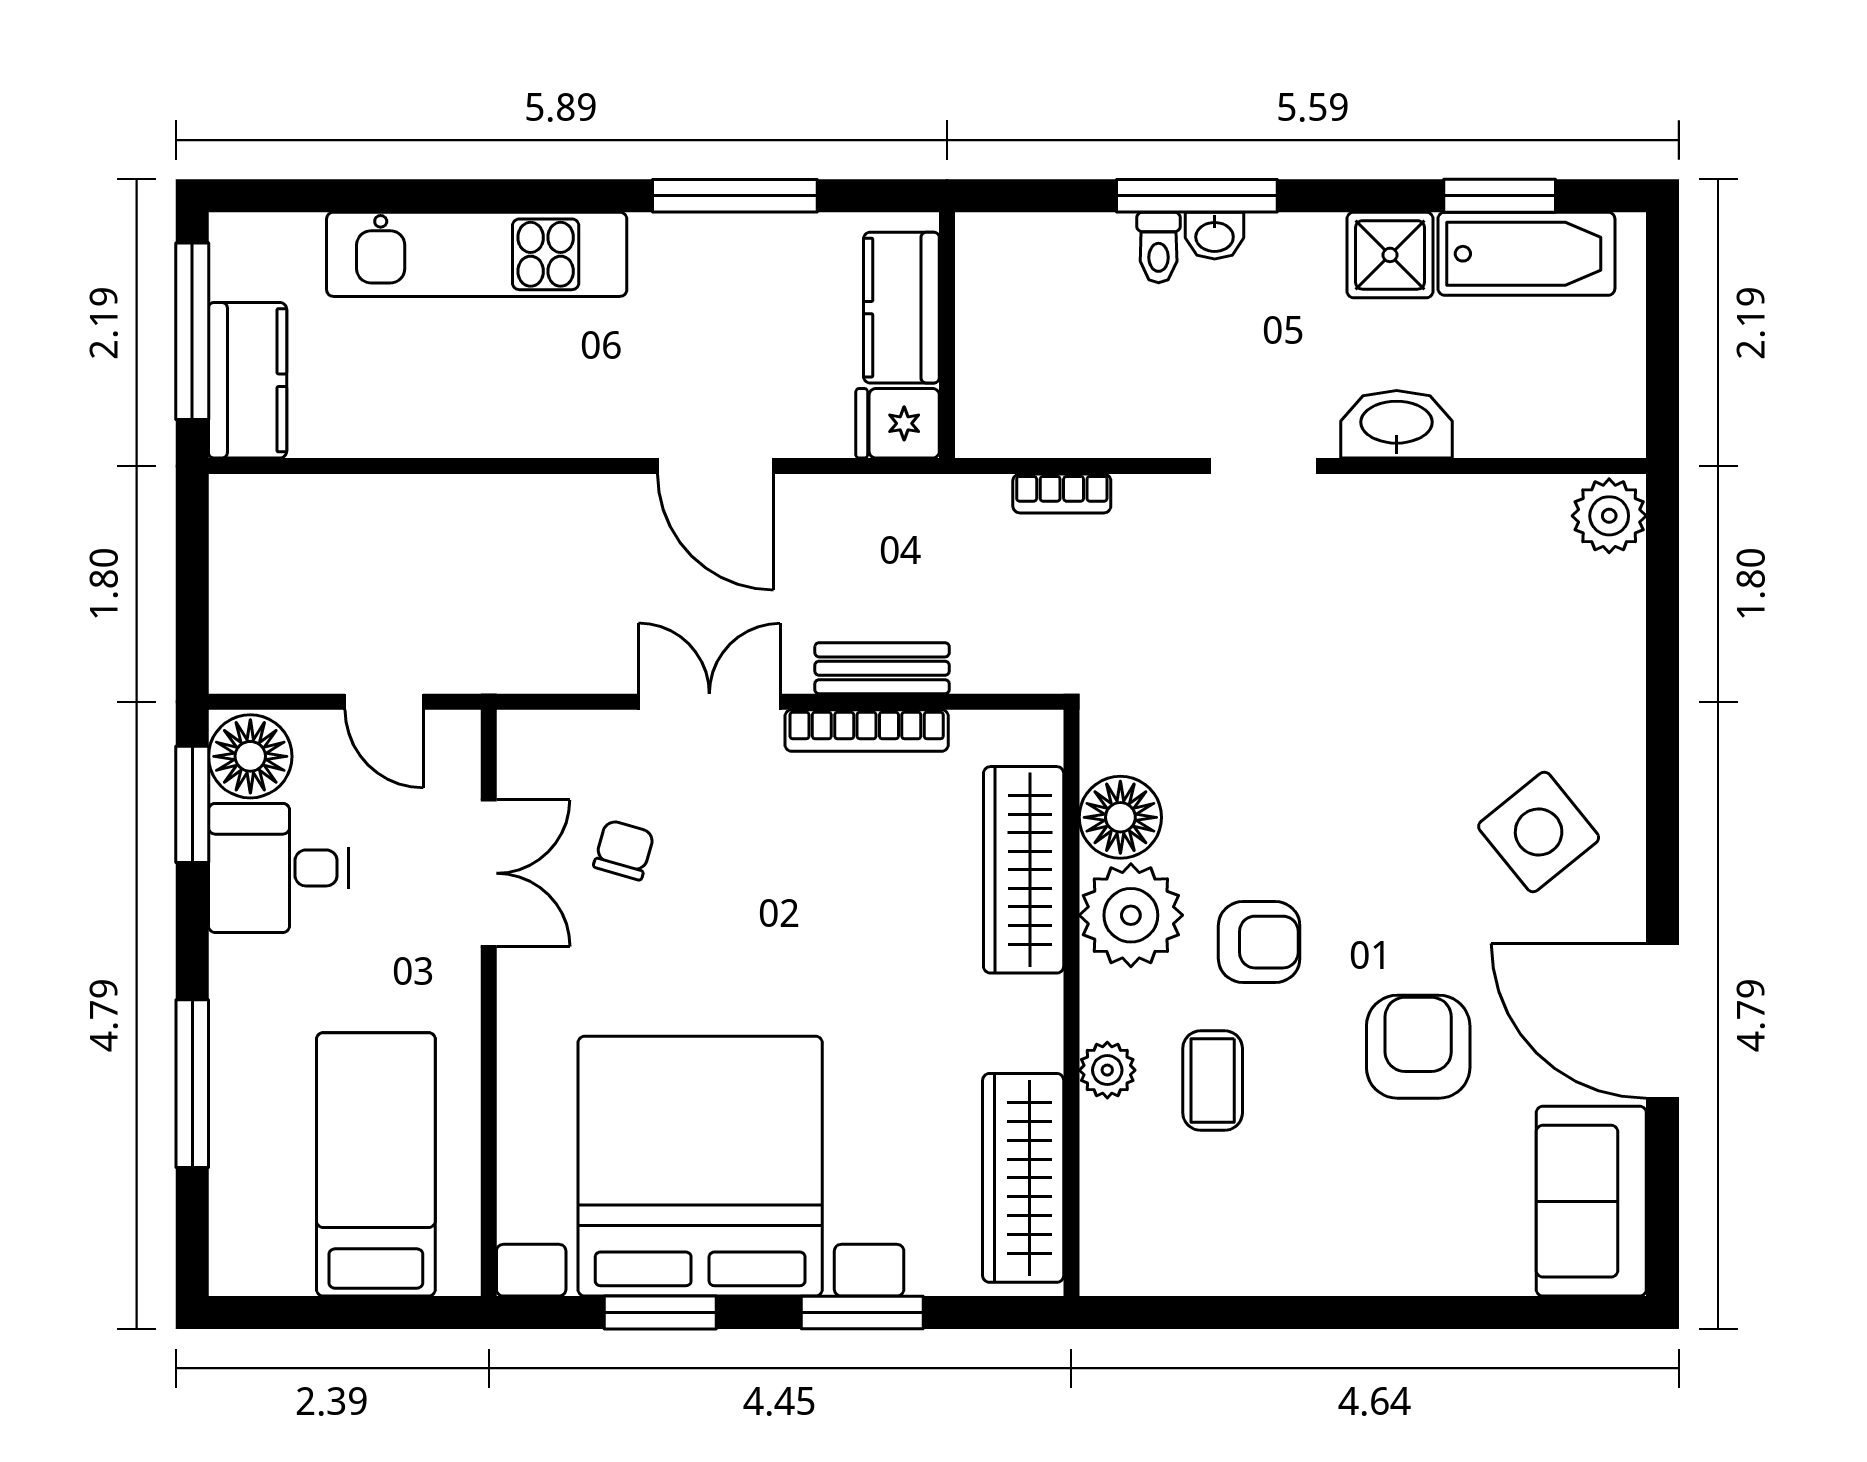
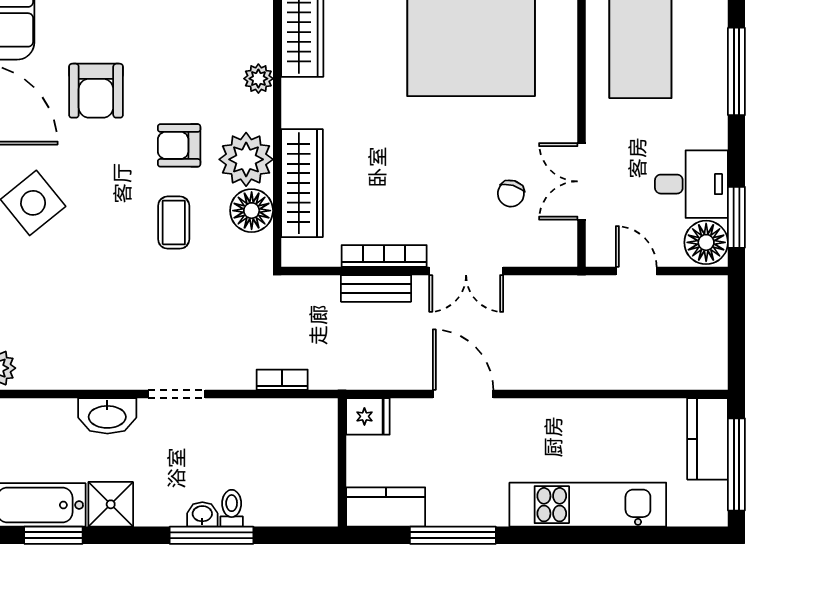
kitchen counter: (901, 308) -> (386, 507), moved, turned -90
coffee table: (1213, 1081) -> (174, 223), moved

